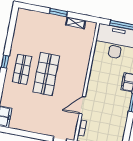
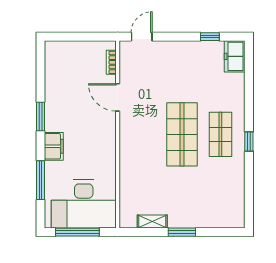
door: (82, 105) -> (118, 97), swing flipped
window: (17, 132) -> (210, 37), added

